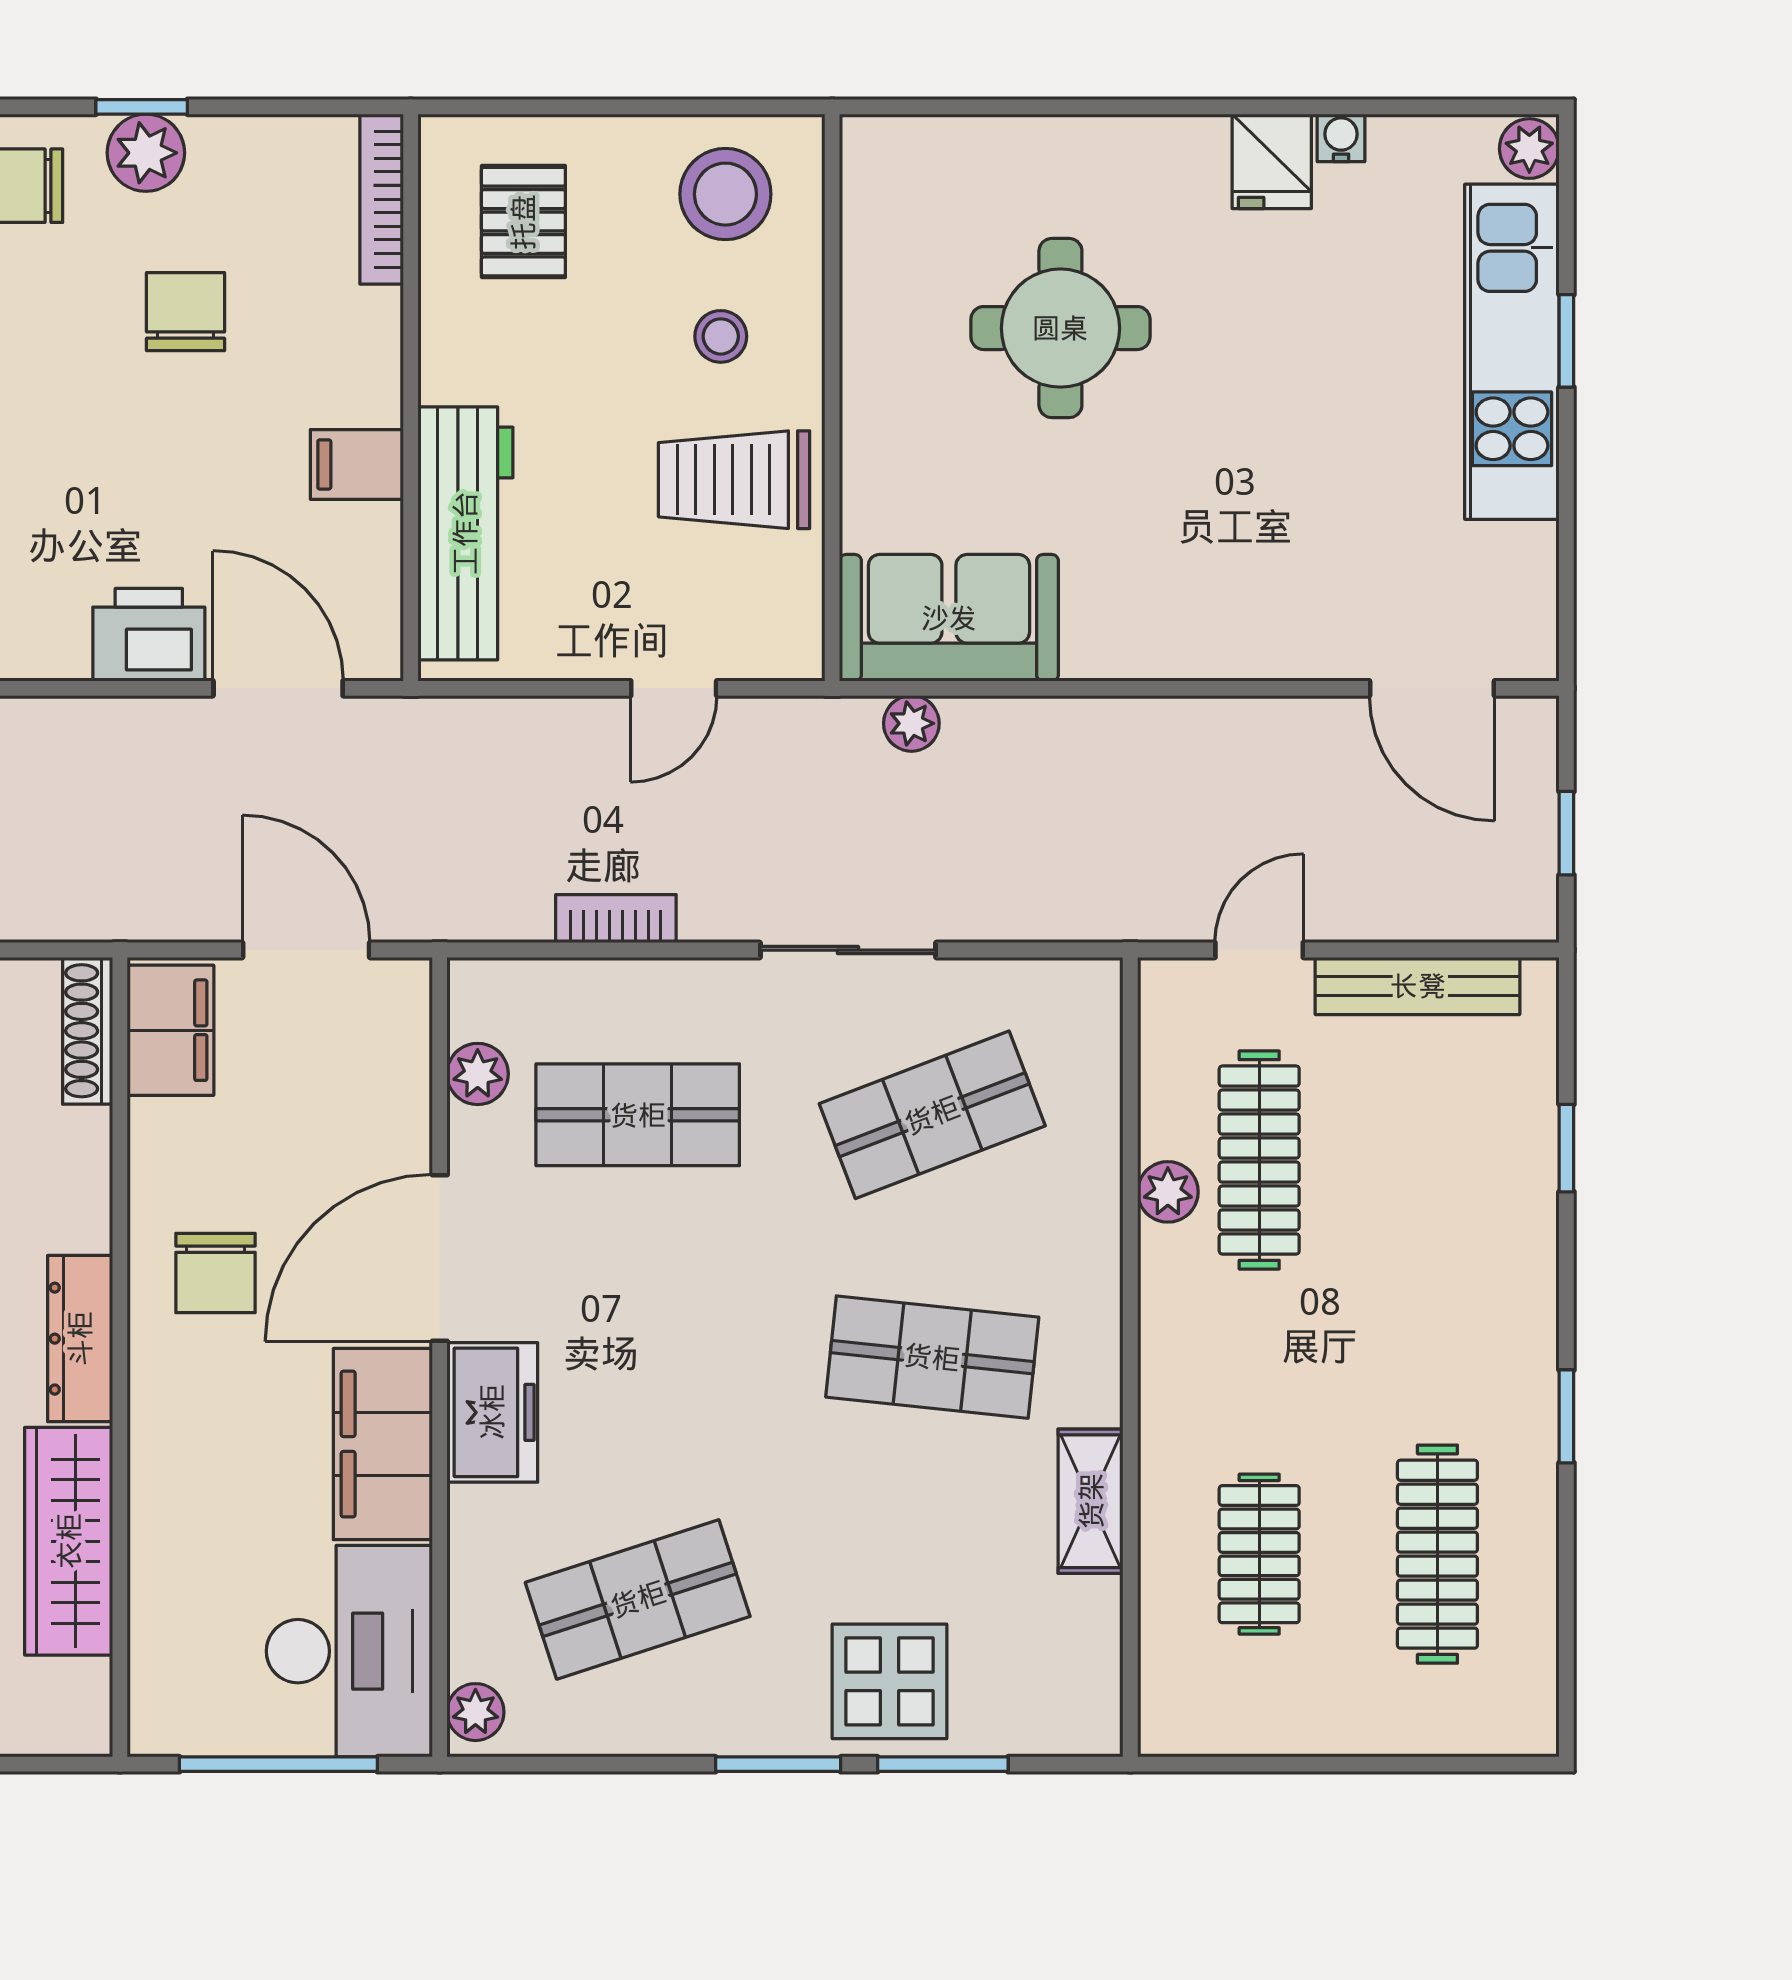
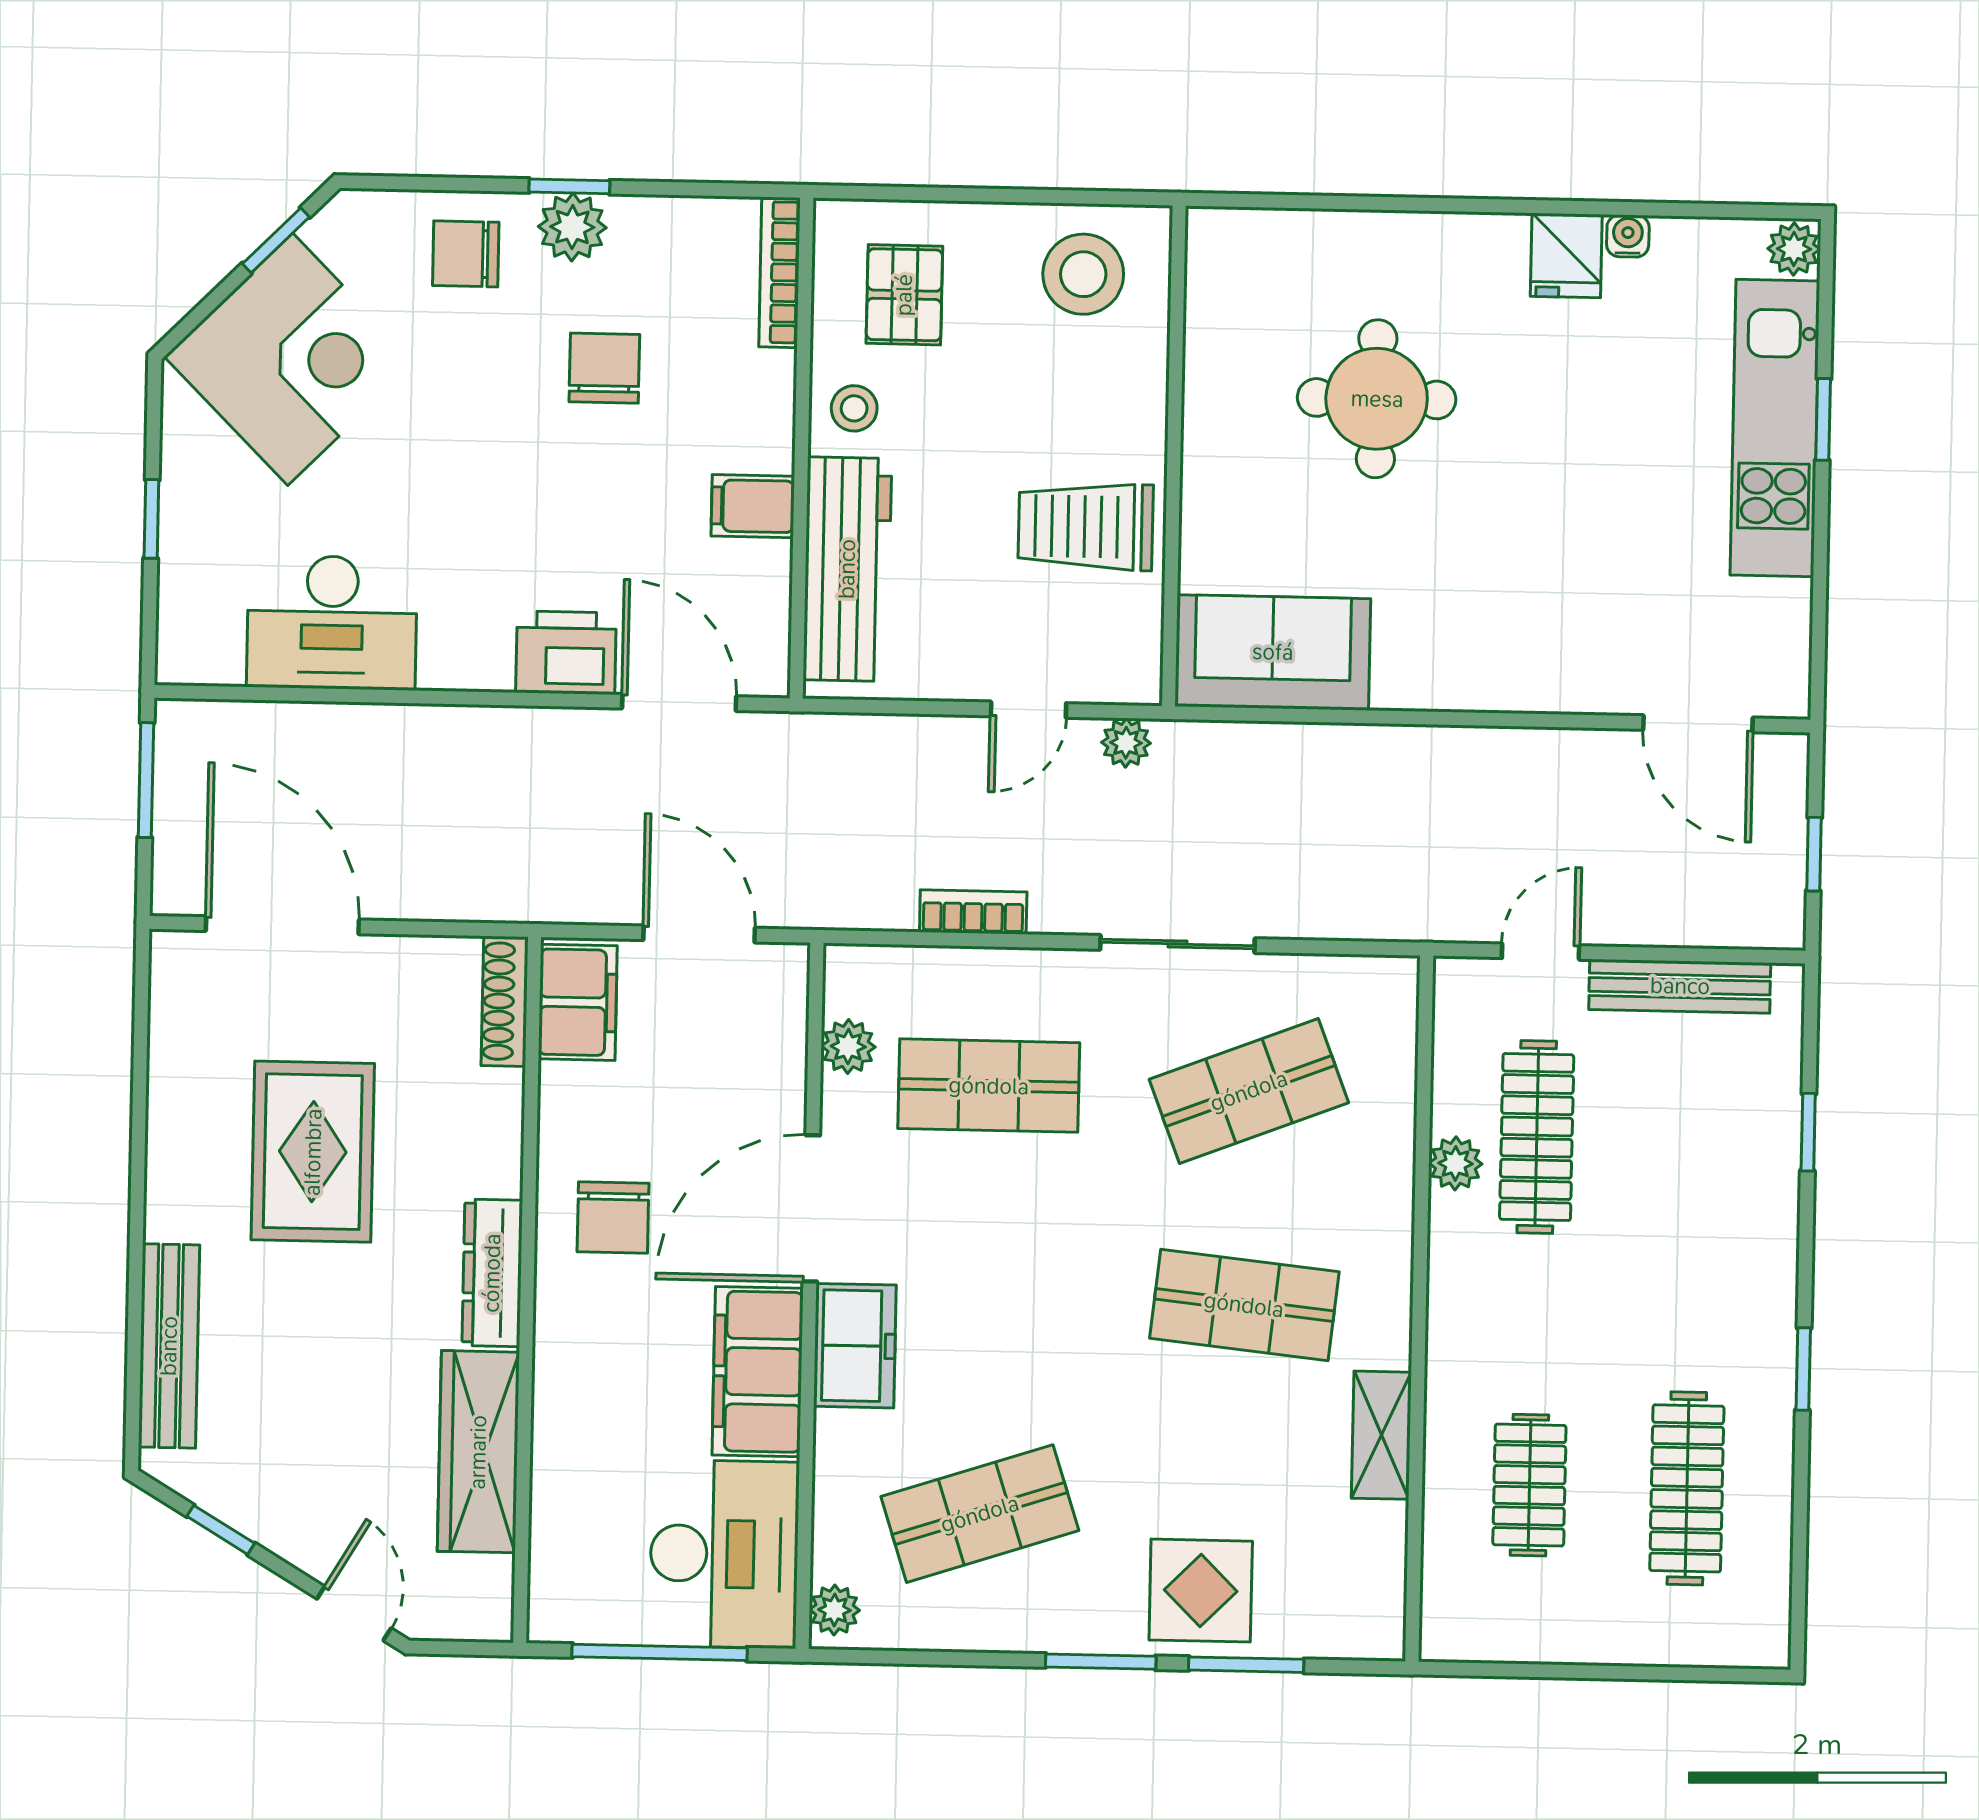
stool: (721, 336) -> (854, 408), moved
plant: (911, 723) -> (1126, 743), moved

